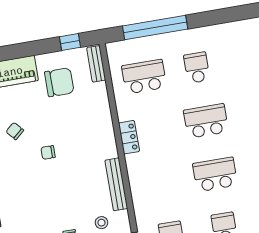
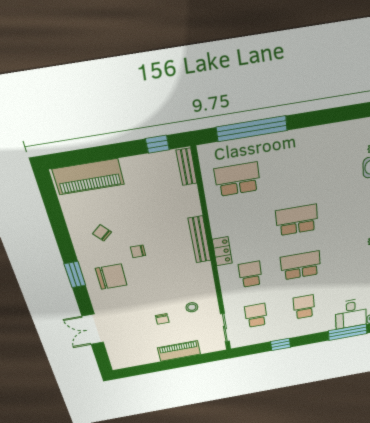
school desk: (197, 68) -> (250, 274), moved
chair: (59, 82) -> (111, 277), moved
locker: (129, 137) -> (222, 251), moved
bench: (116, 184) -> (200, 240), moved

